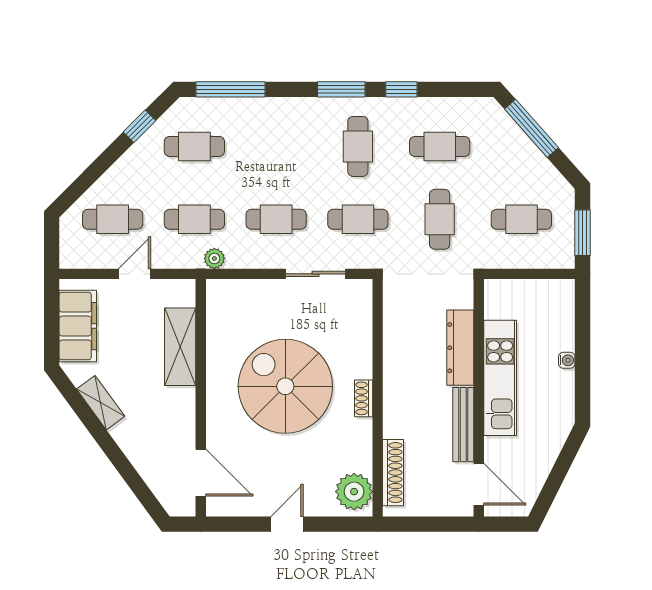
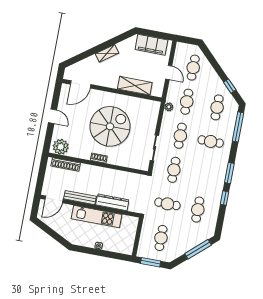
cafe table: (358, 146) -> (211, 141), moved
shelving: (101, 403) -> (107, 53), moved

